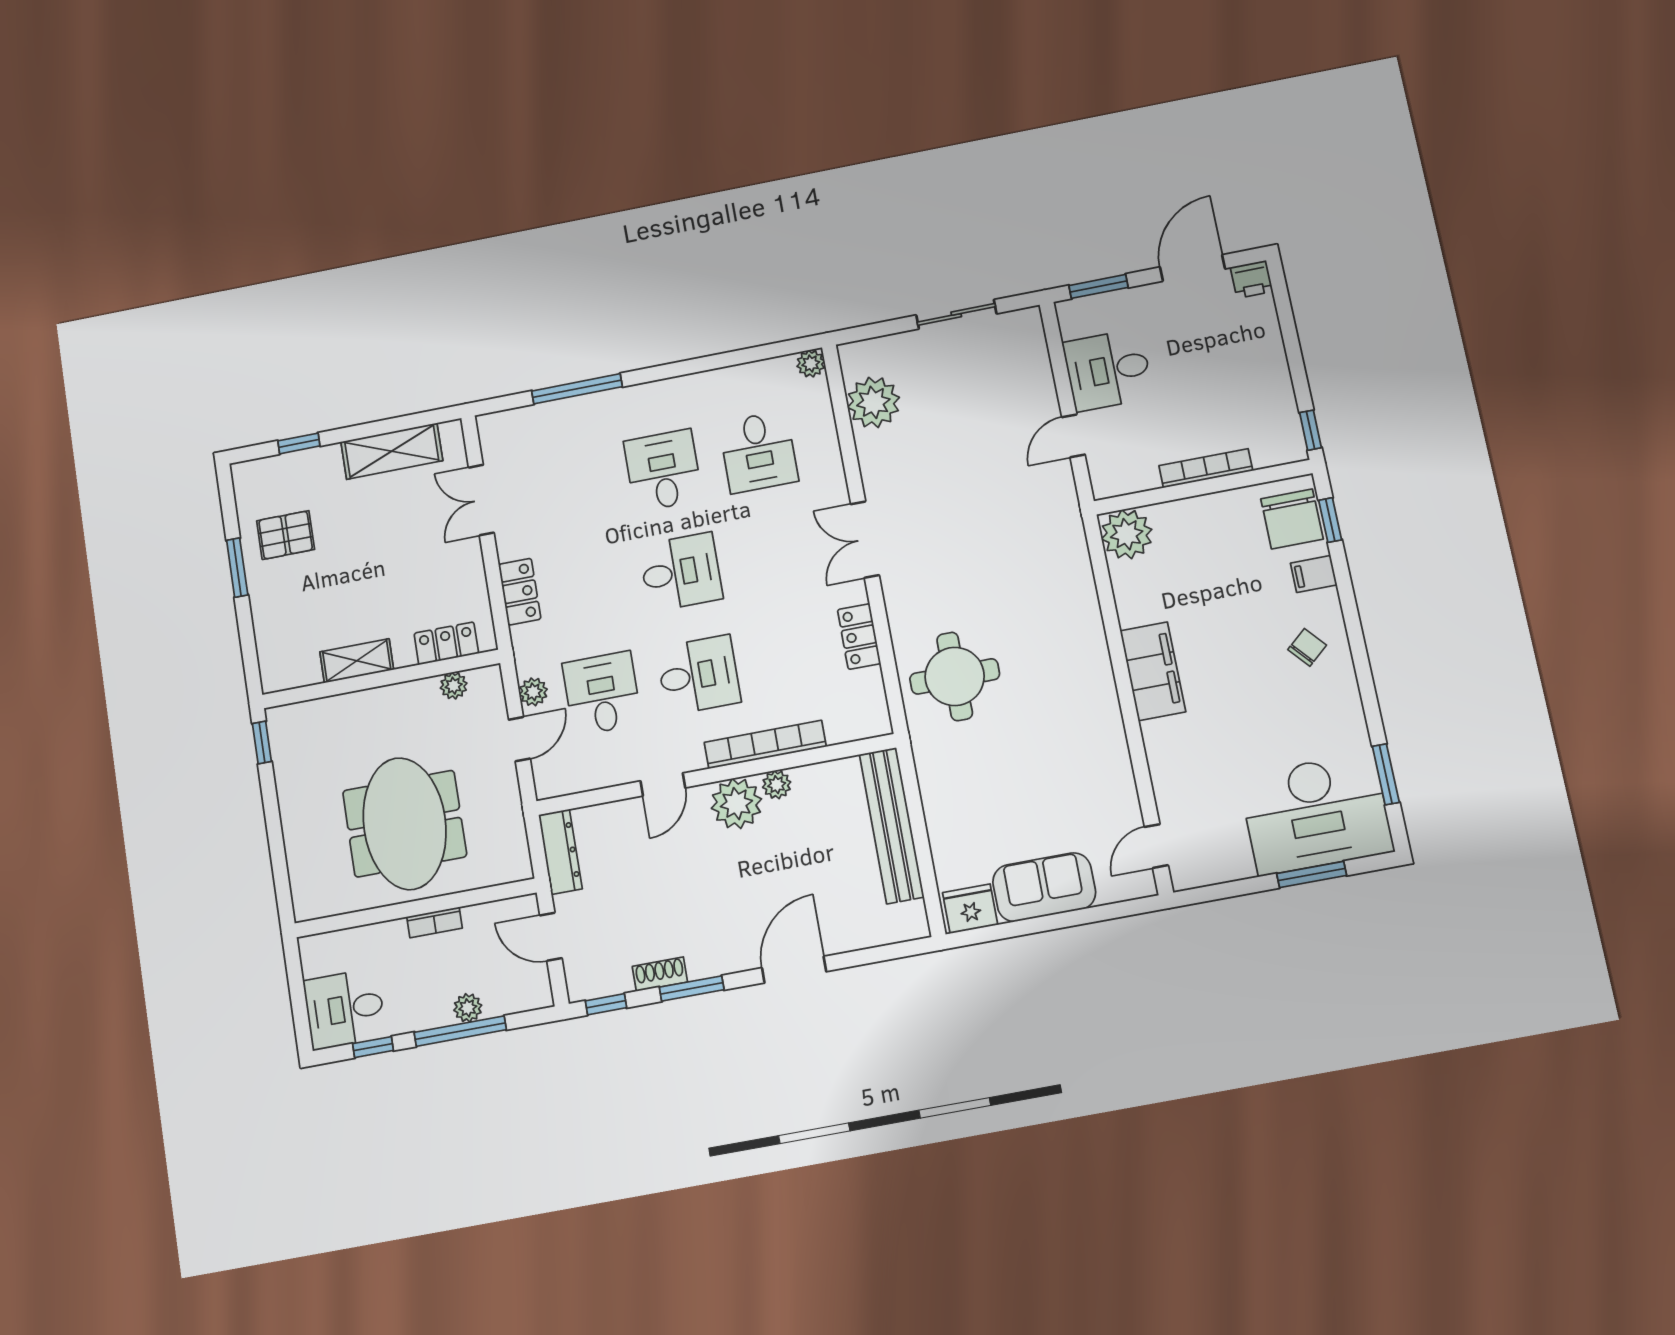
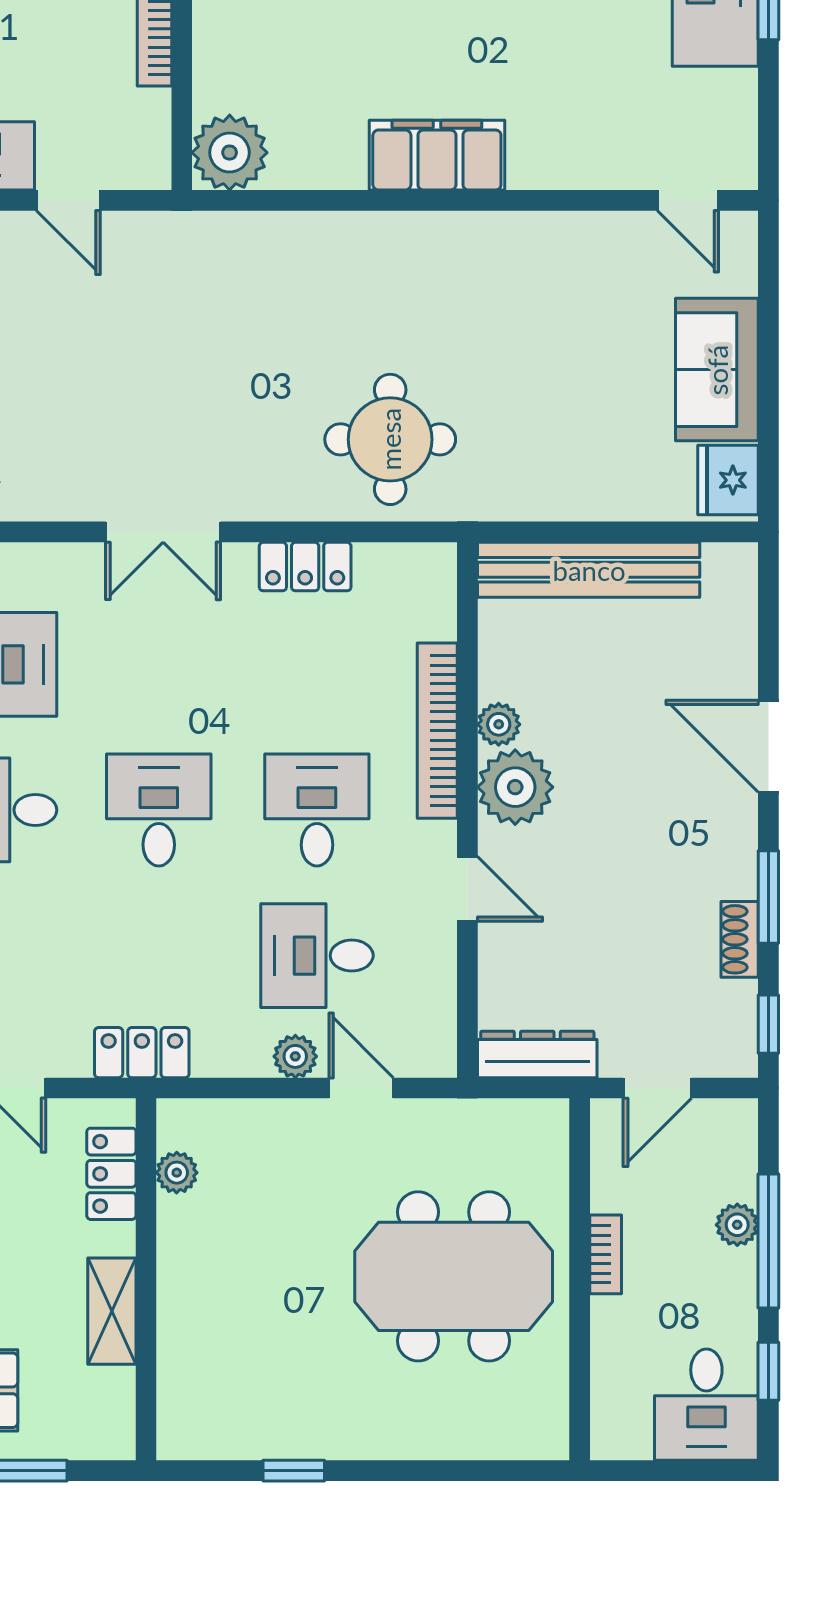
locker: (446, 643) -> (111, 1174), moved
shelving: (357, 661) -> (112, 1311), moved
wall: (381, 679) -> (146, 1279), moved
plant: (454, 686) -> (177, 1173), moved

